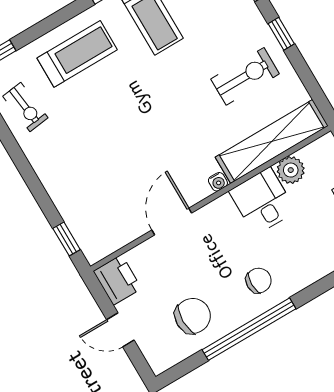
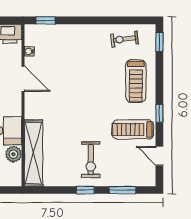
exercise bike: (245, 76) -> (91, 160), moved
water cooler: (218, 182) -> (29, 51), moved

